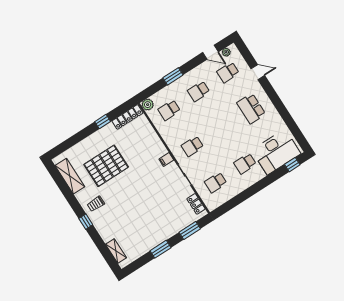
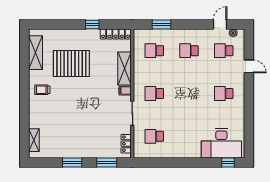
door: (211, 52) -> (220, 24), swing flipped
window: (173, 76) -> (161, 24), moved
plant: (148, 105) -> (139, 34), removed
school desk: (251, 109) -> (224, 93), width x0.54
shelving: (154, 141) -> (125, 68), added
school desk: (245, 164) -> (189, 136), removed
window: (86, 222) -> (24, 99), removed

